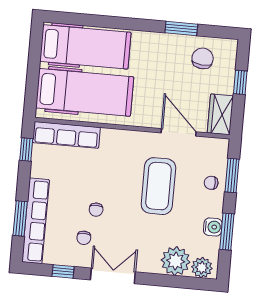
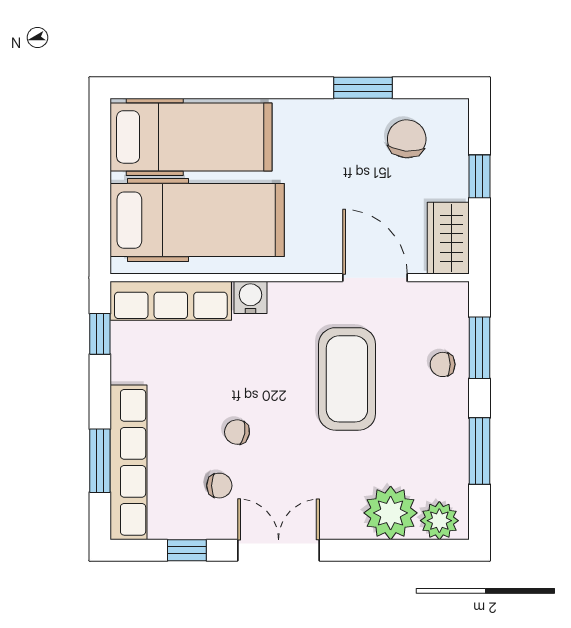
chair: (96, 210) -> (237, 432), turned 100
water cooler: (213, 227) -> (250, 297), moved, turned -90
chair: (84, 238) -> (219, 486), turned -90

